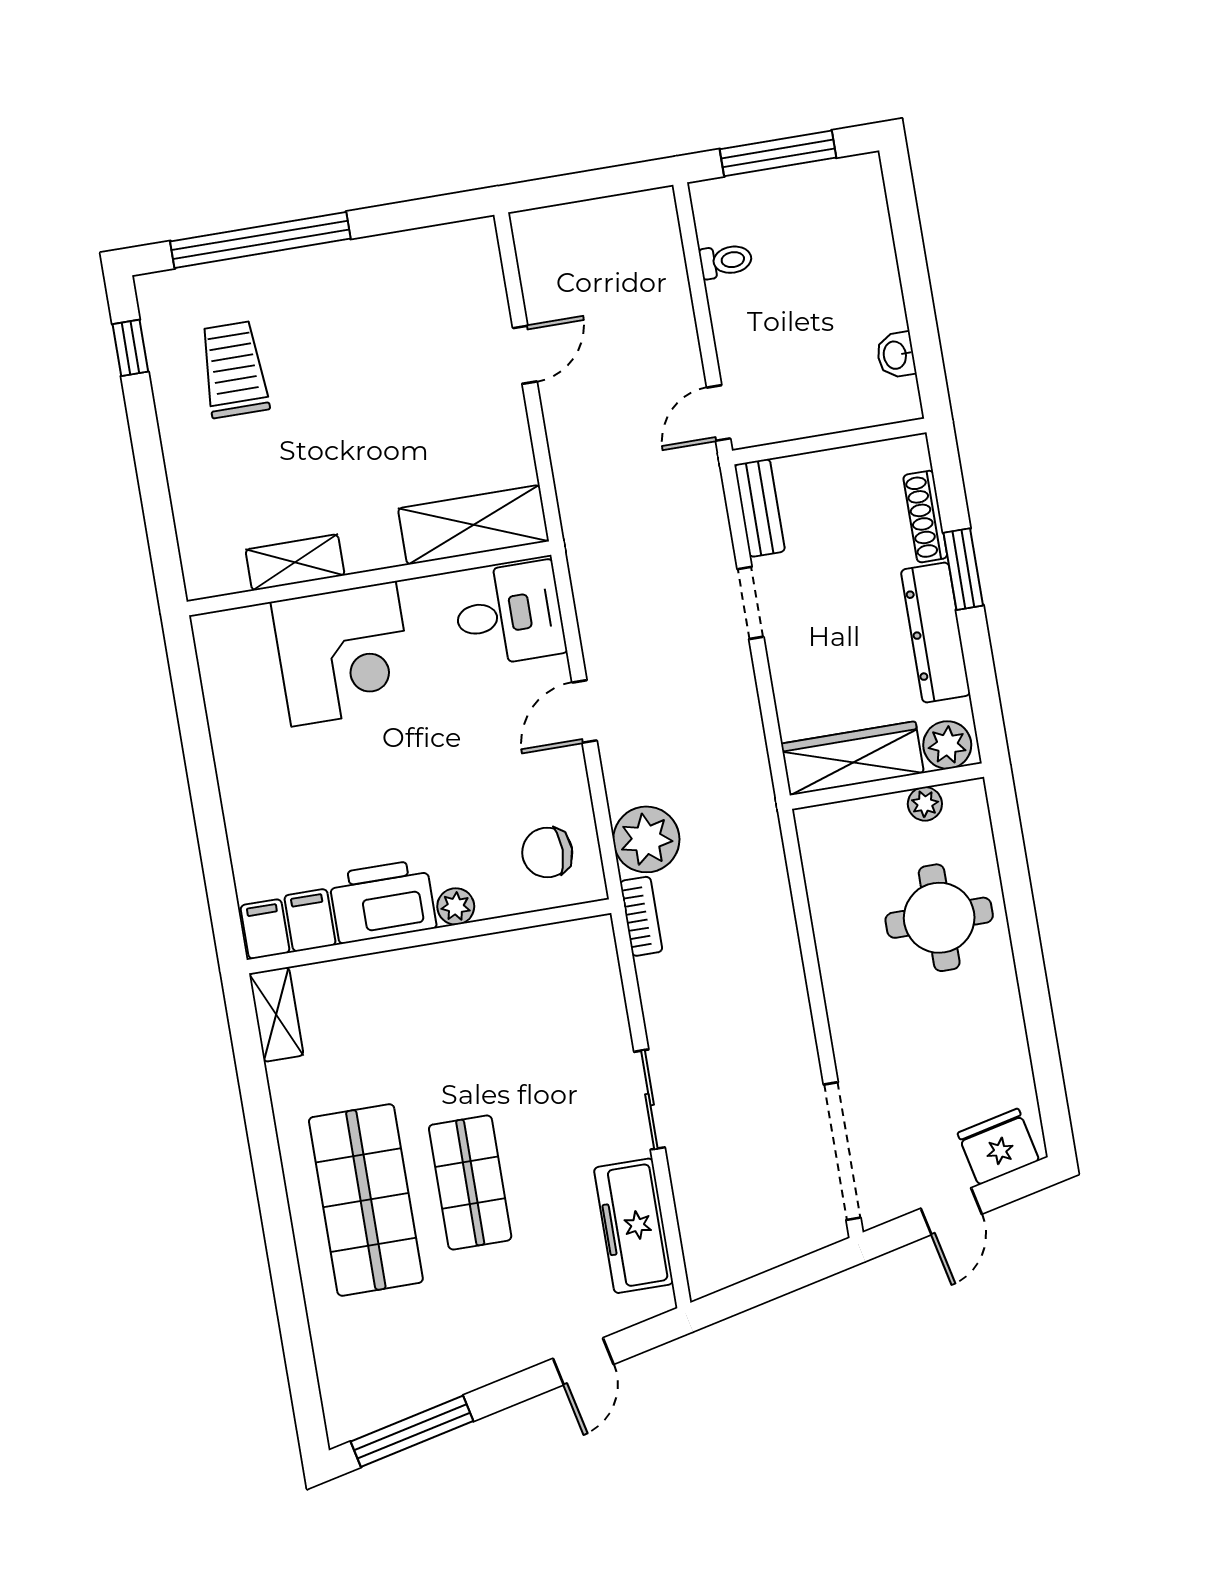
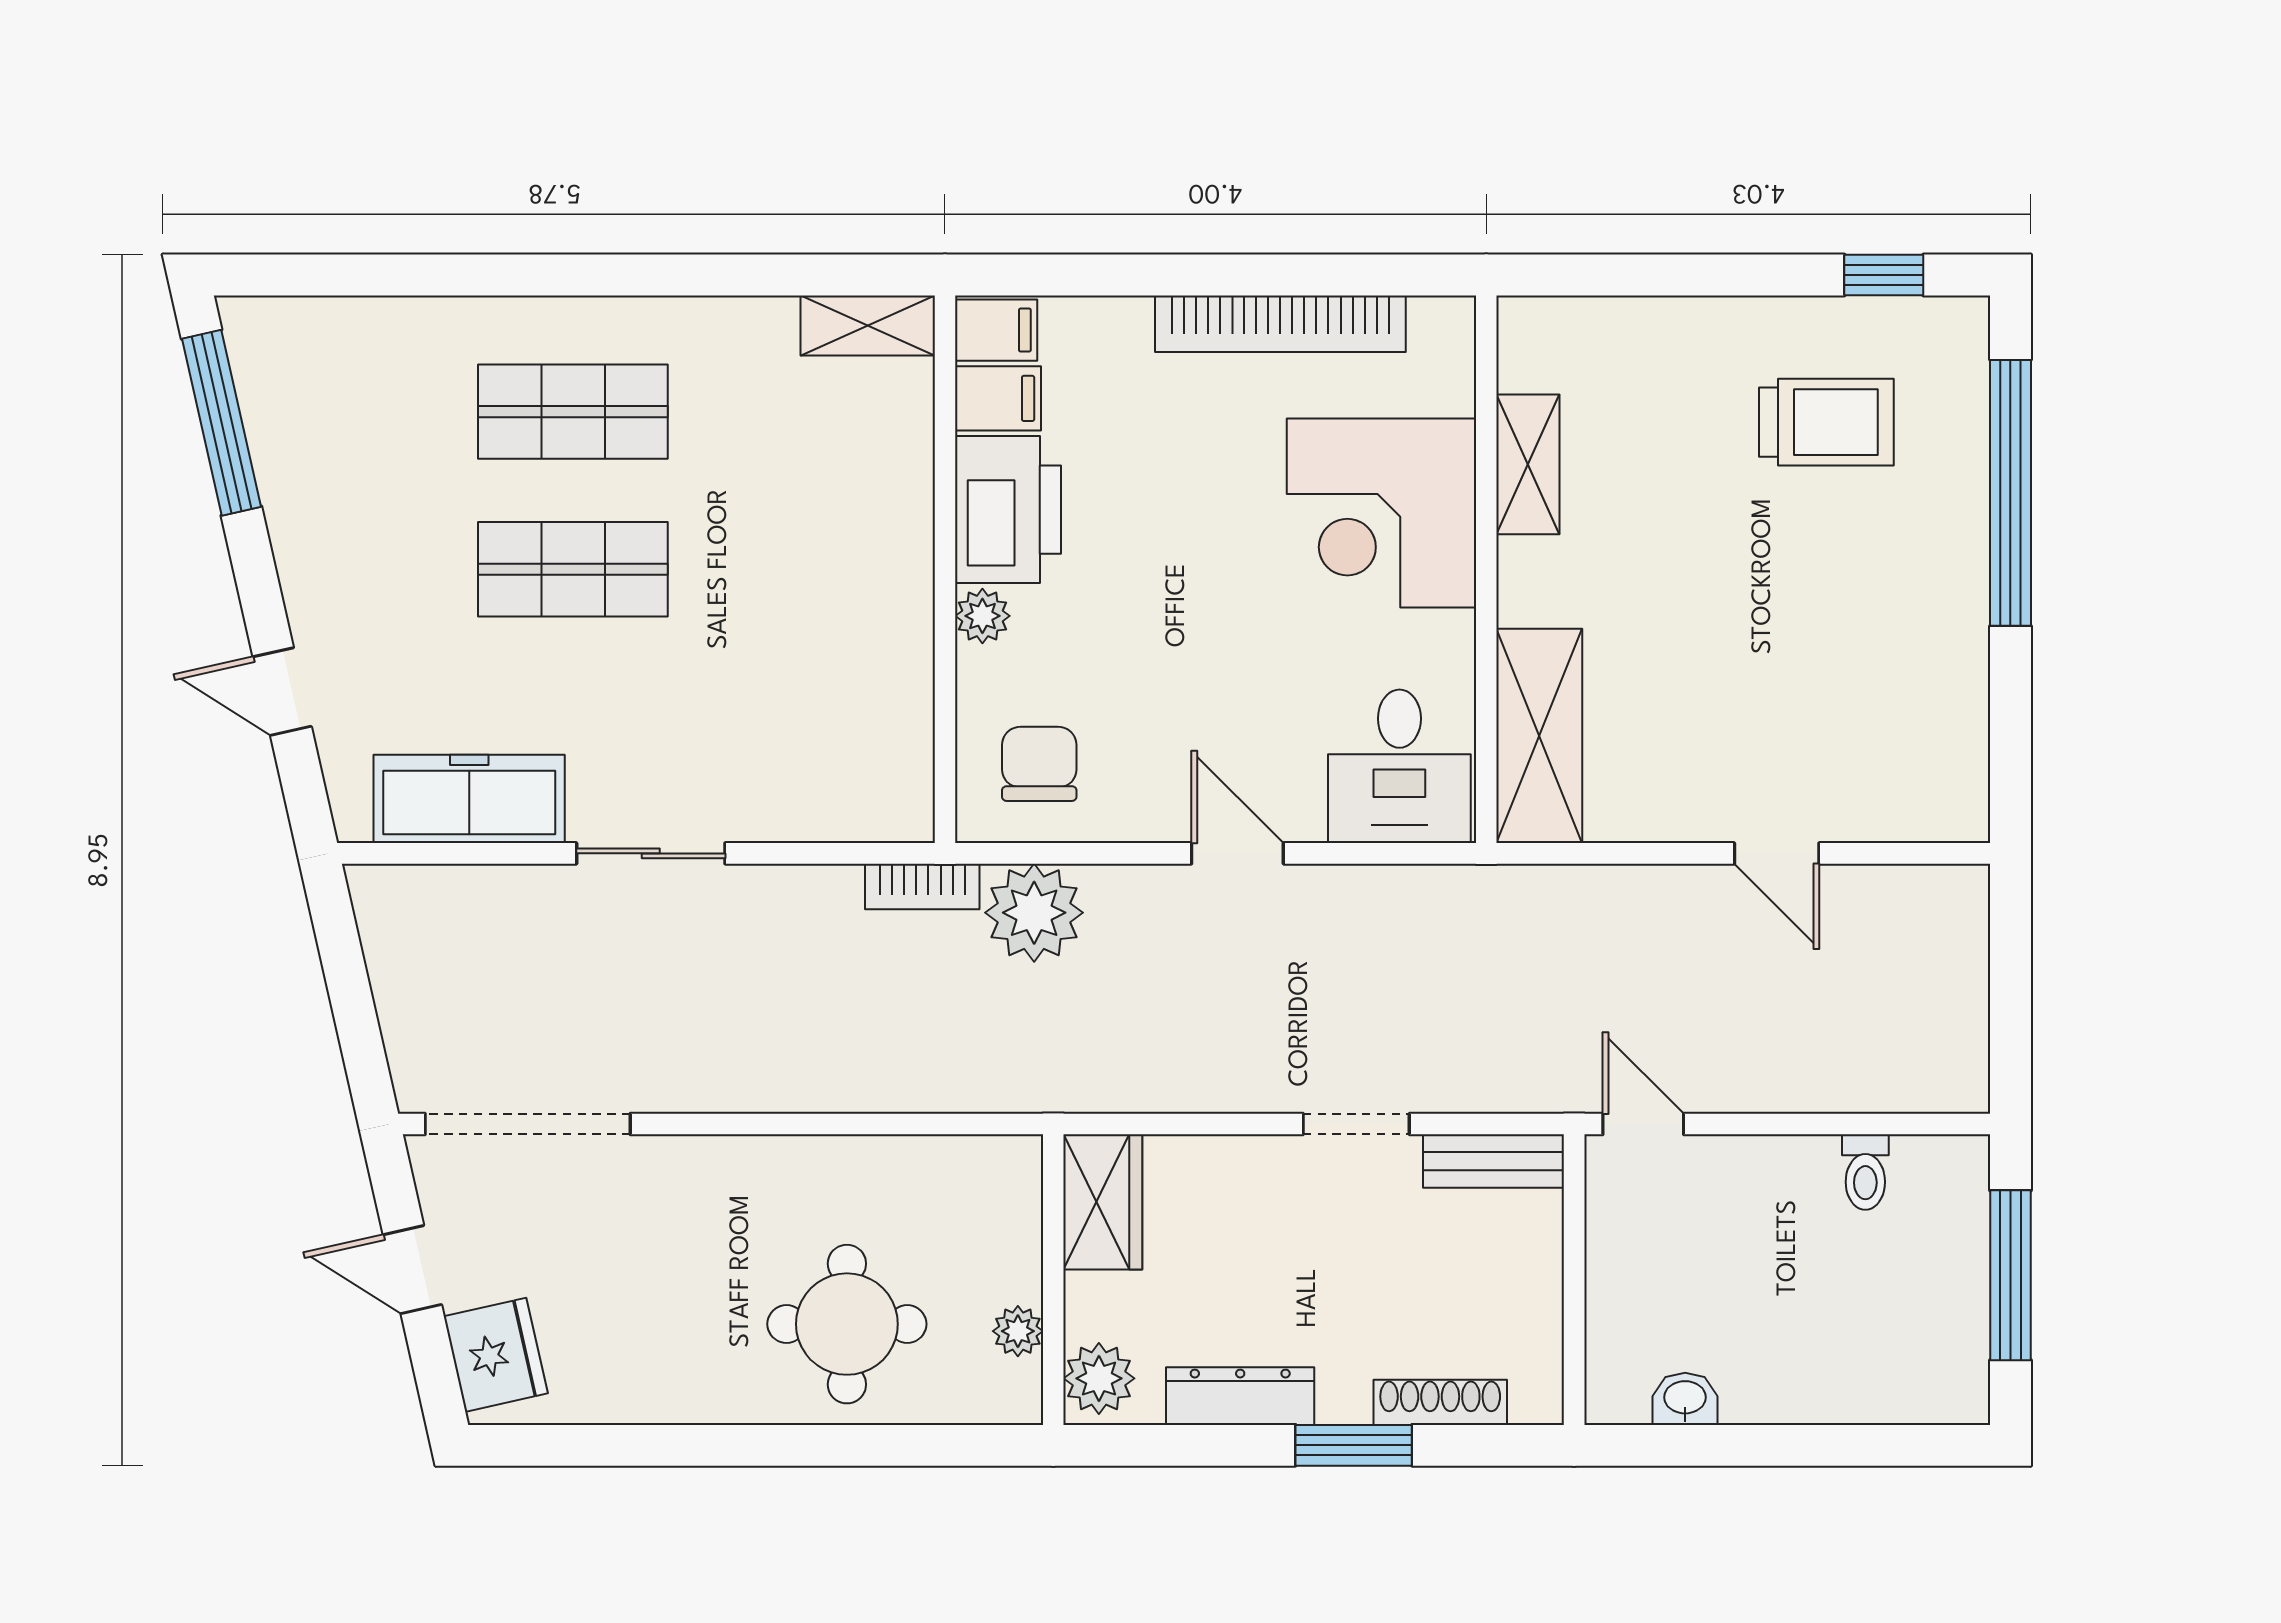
dresser: (936, 633) -> (1240, 1396), width x0.73, depth x0.80
bookcase: (229, 742) -> (1280, 324), added
wardrobe: (852, 758) -> (1103, 1202), width x0.67
shop shelf: (366, 1200) -> (573, 412), width x0.70, depth x0.74

